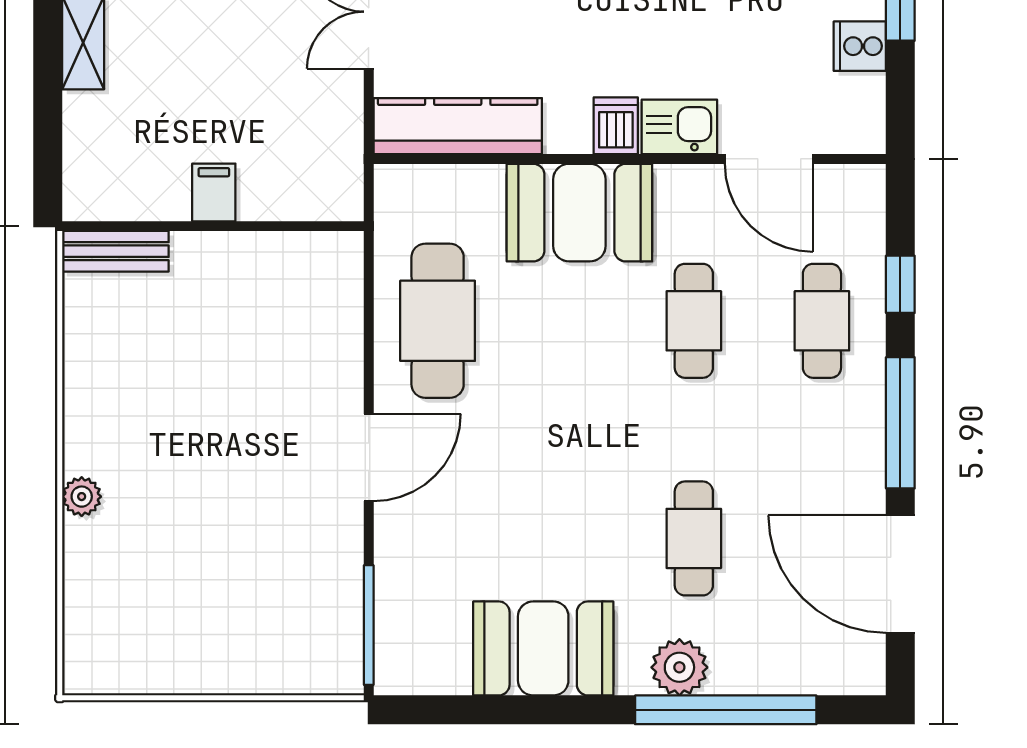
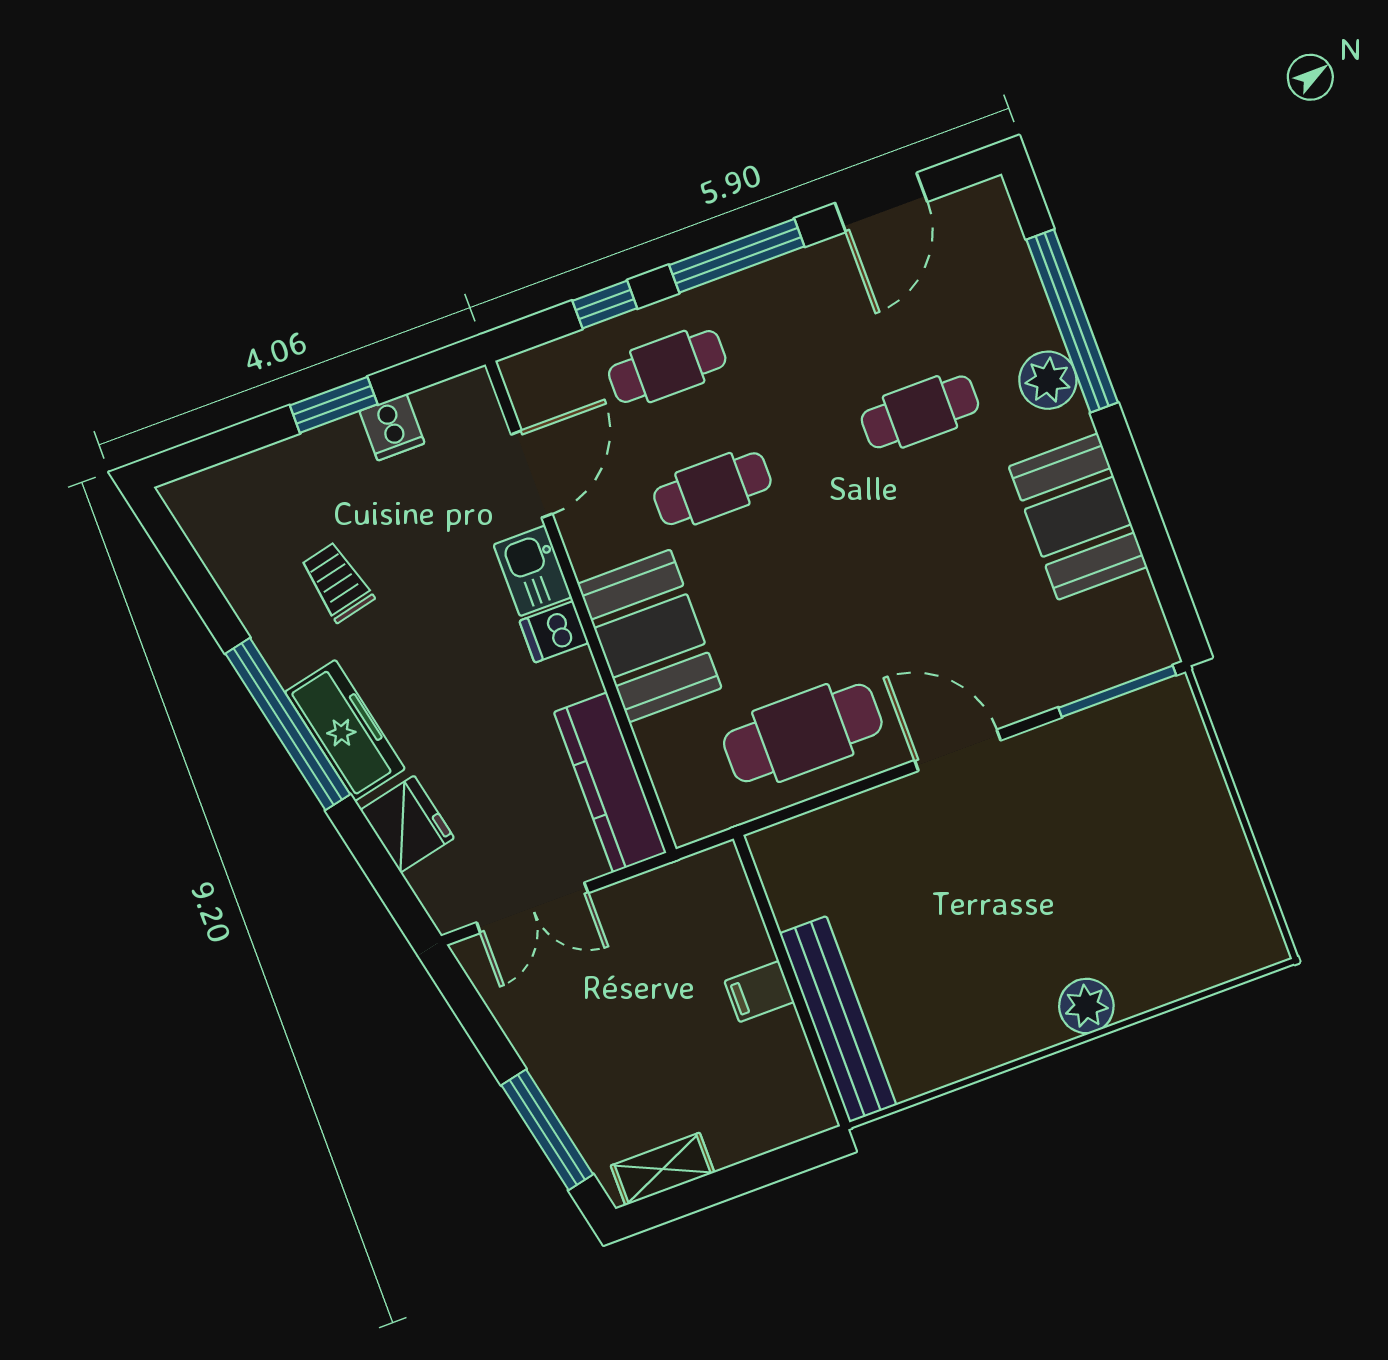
bench: (115, 251) -> (838, 1019), width x1.86, depth x1.21
plant: (82, 497) -> (1086, 1006), width x1.38, depth x1.38
door: (900, 574) -> (881, 202), width x0.73

